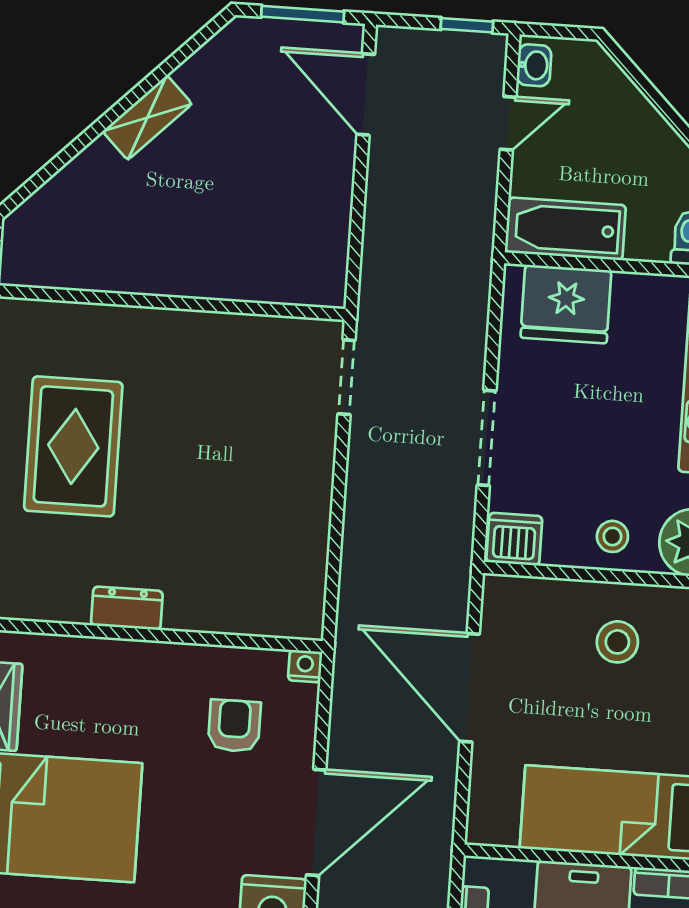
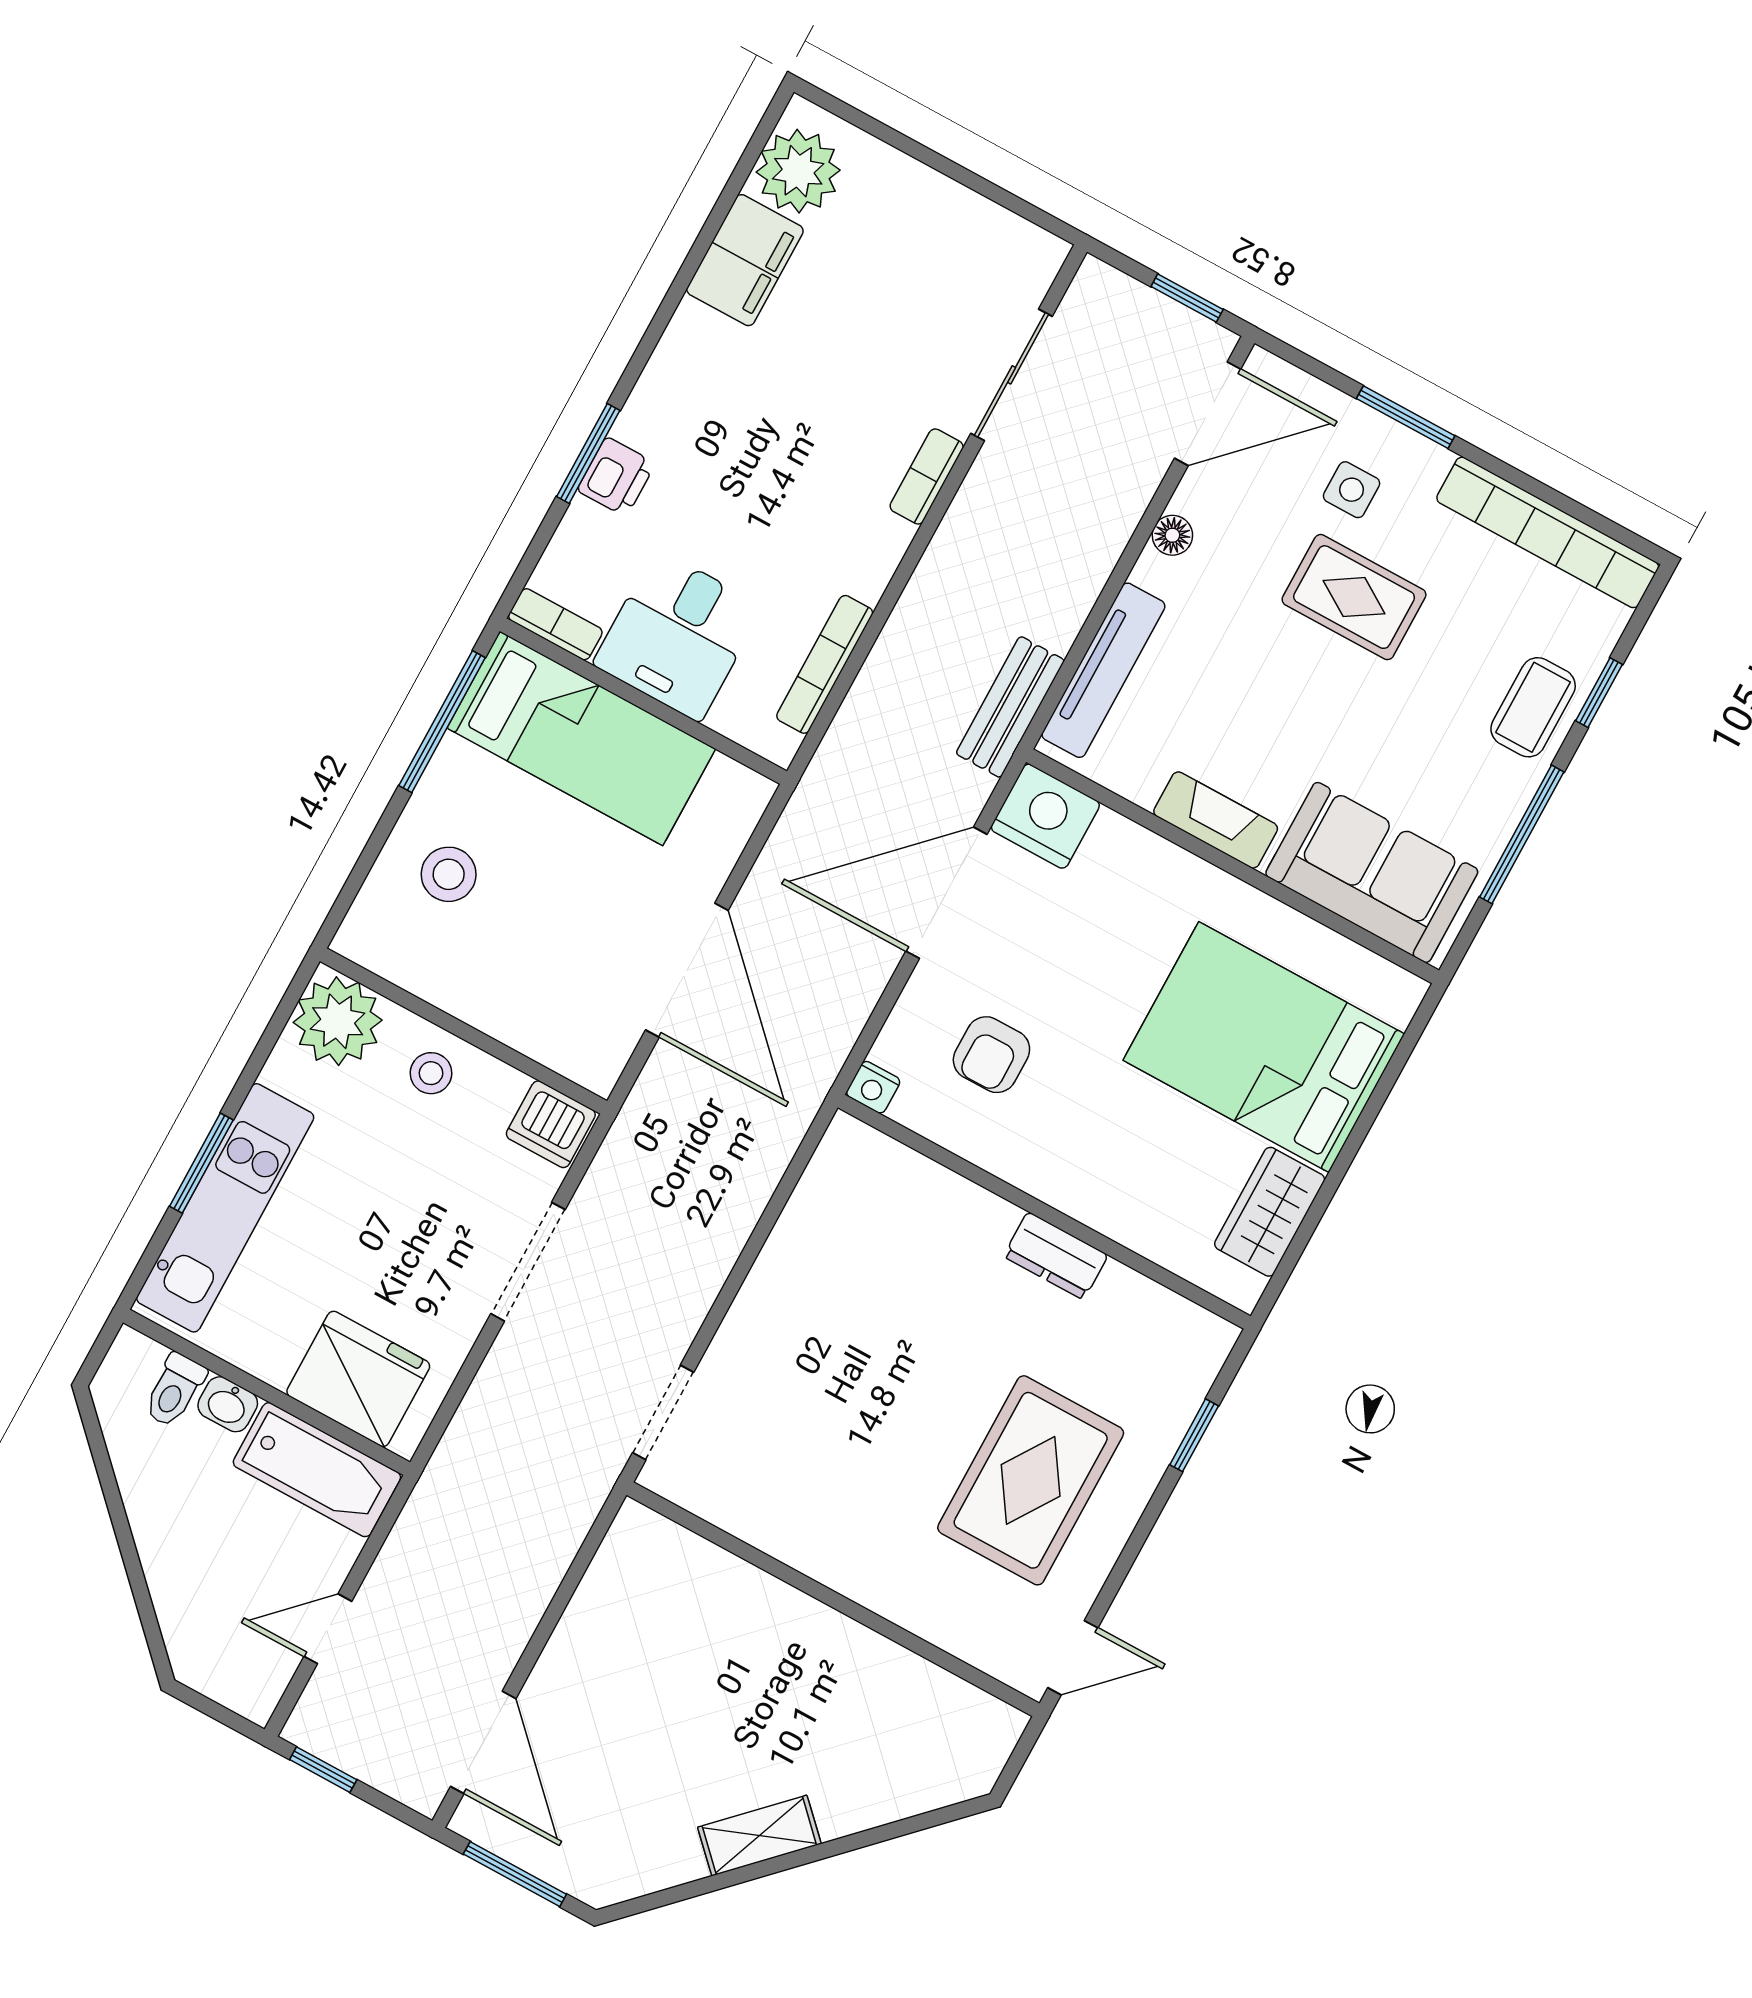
washbasin: (534, 65) -> (228, 1404), moved, turned -90
stool: (617, 642) -> (449, 874), moved

